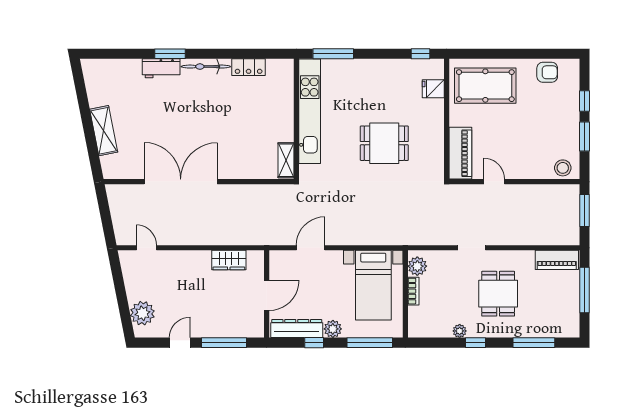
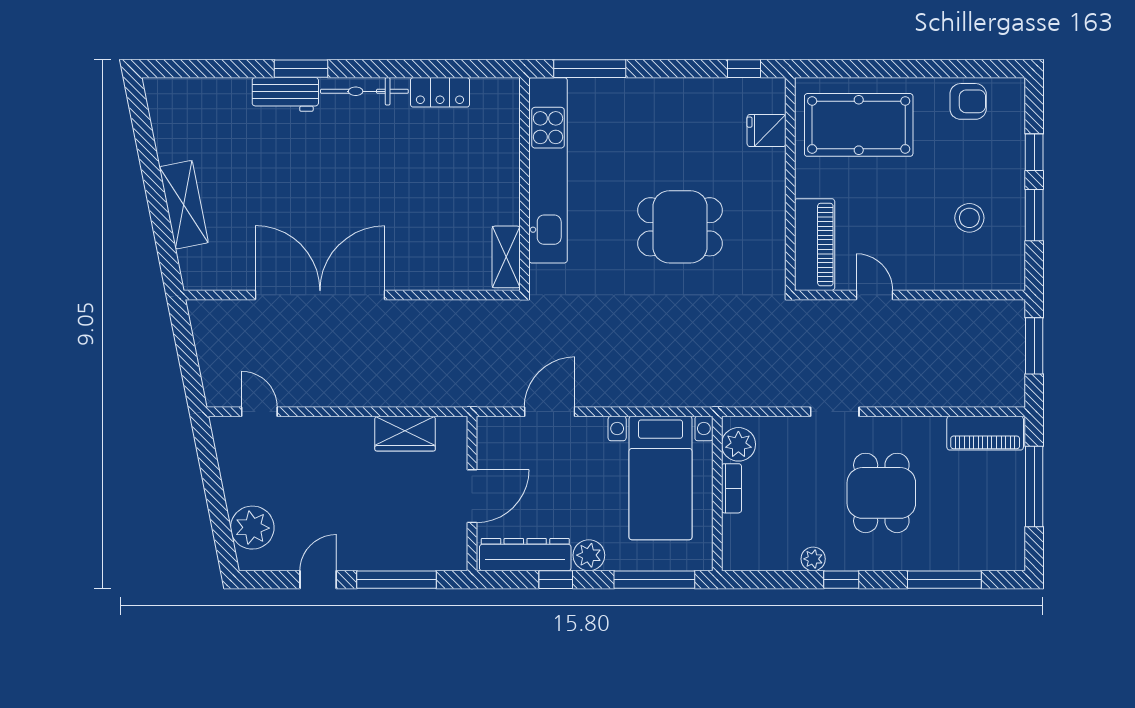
stool: (563, 168) -> (969, 218), moved

